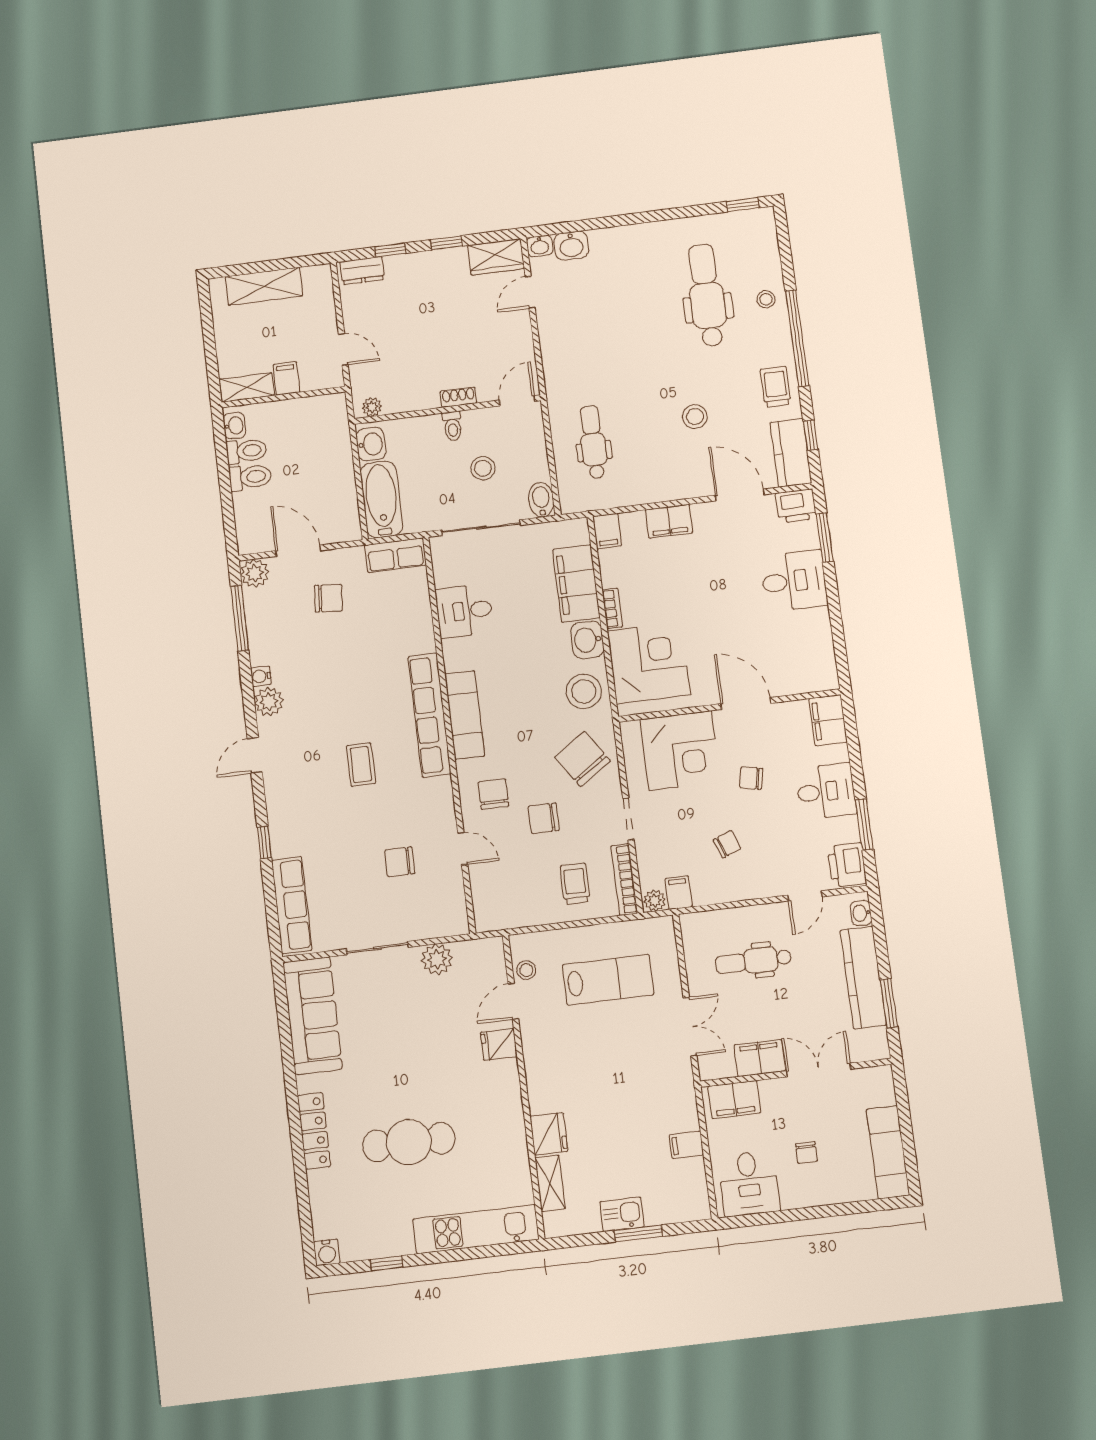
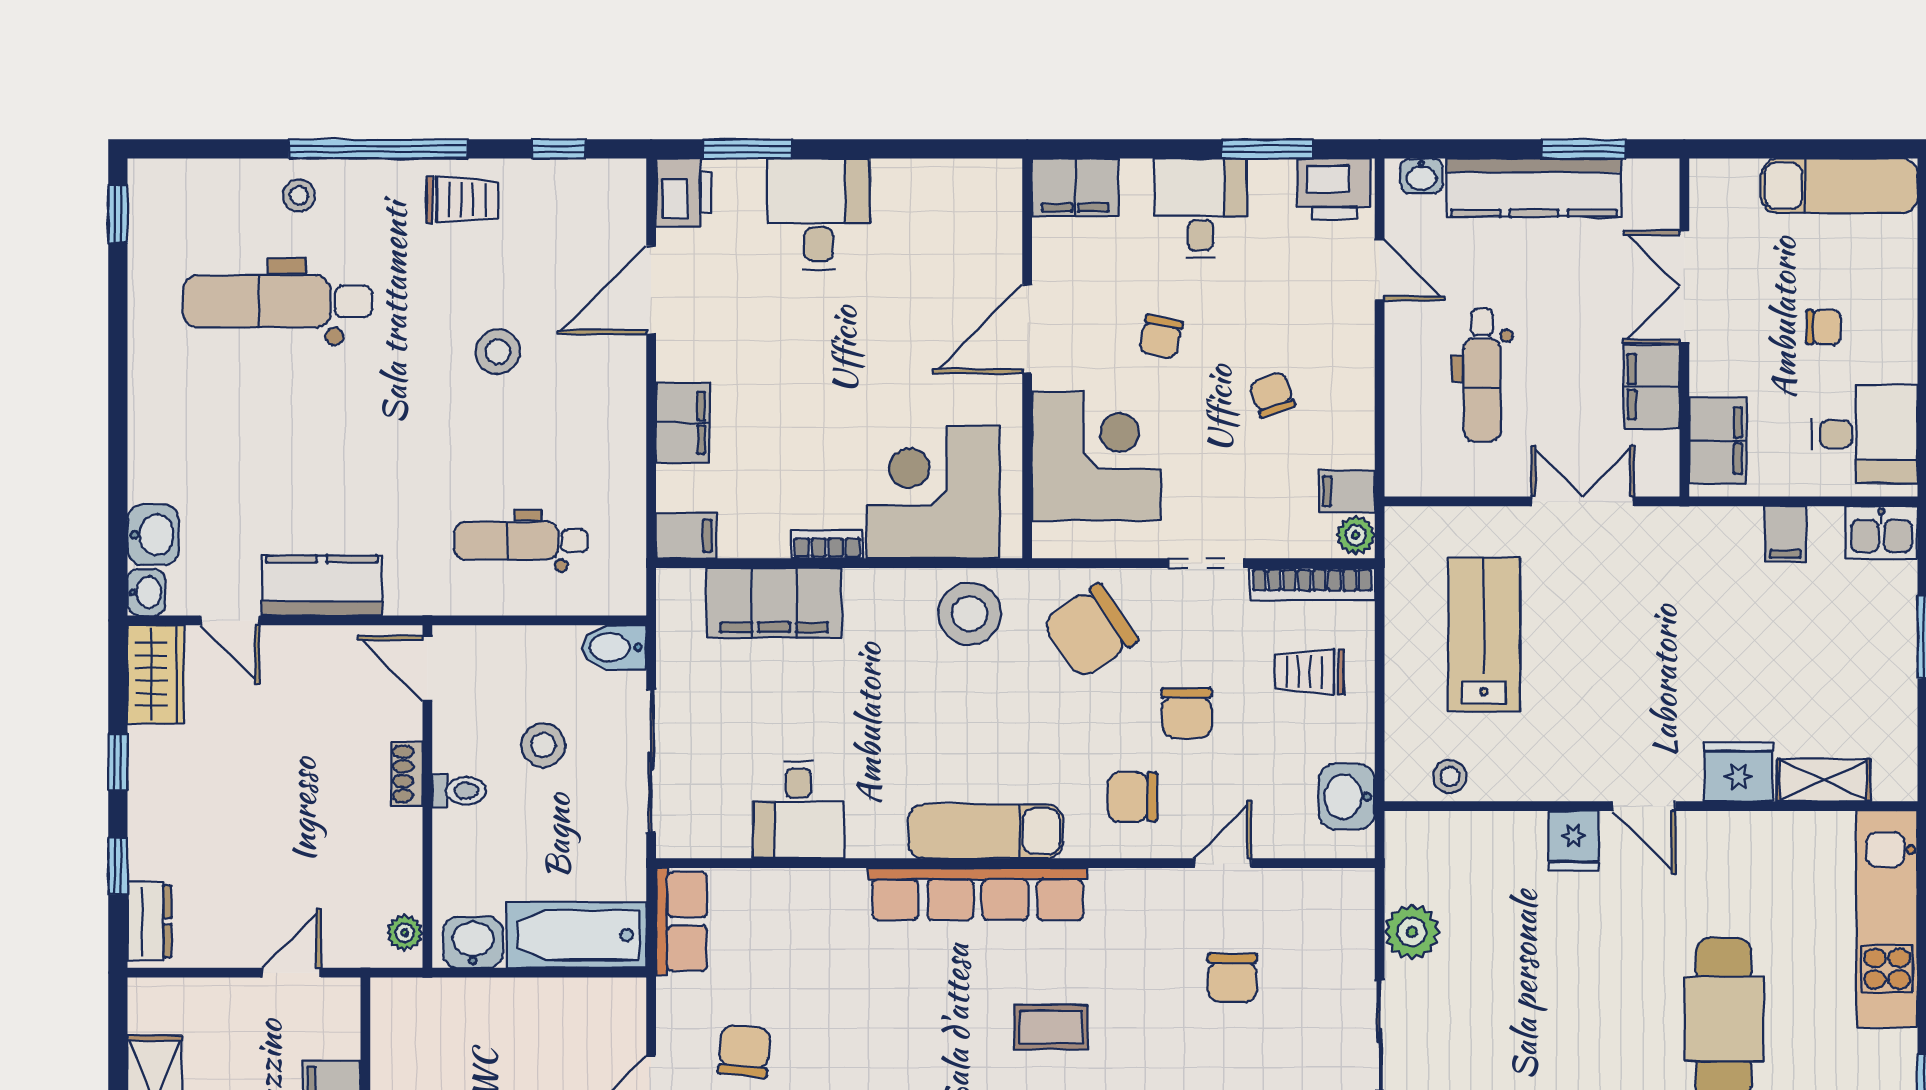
trolley: (776, 387) -> (462, 200), turned 180
kitchen counter: (791, 453) -> (322, 586), moved, turned 180
washbasin: (587, 640) -> (1347, 797), moved, turned 90
door: (513, 1001) -> (1644, 806), moved
kitchen sink: (622, 1214) -> (1881, 532), moved, turned -90

